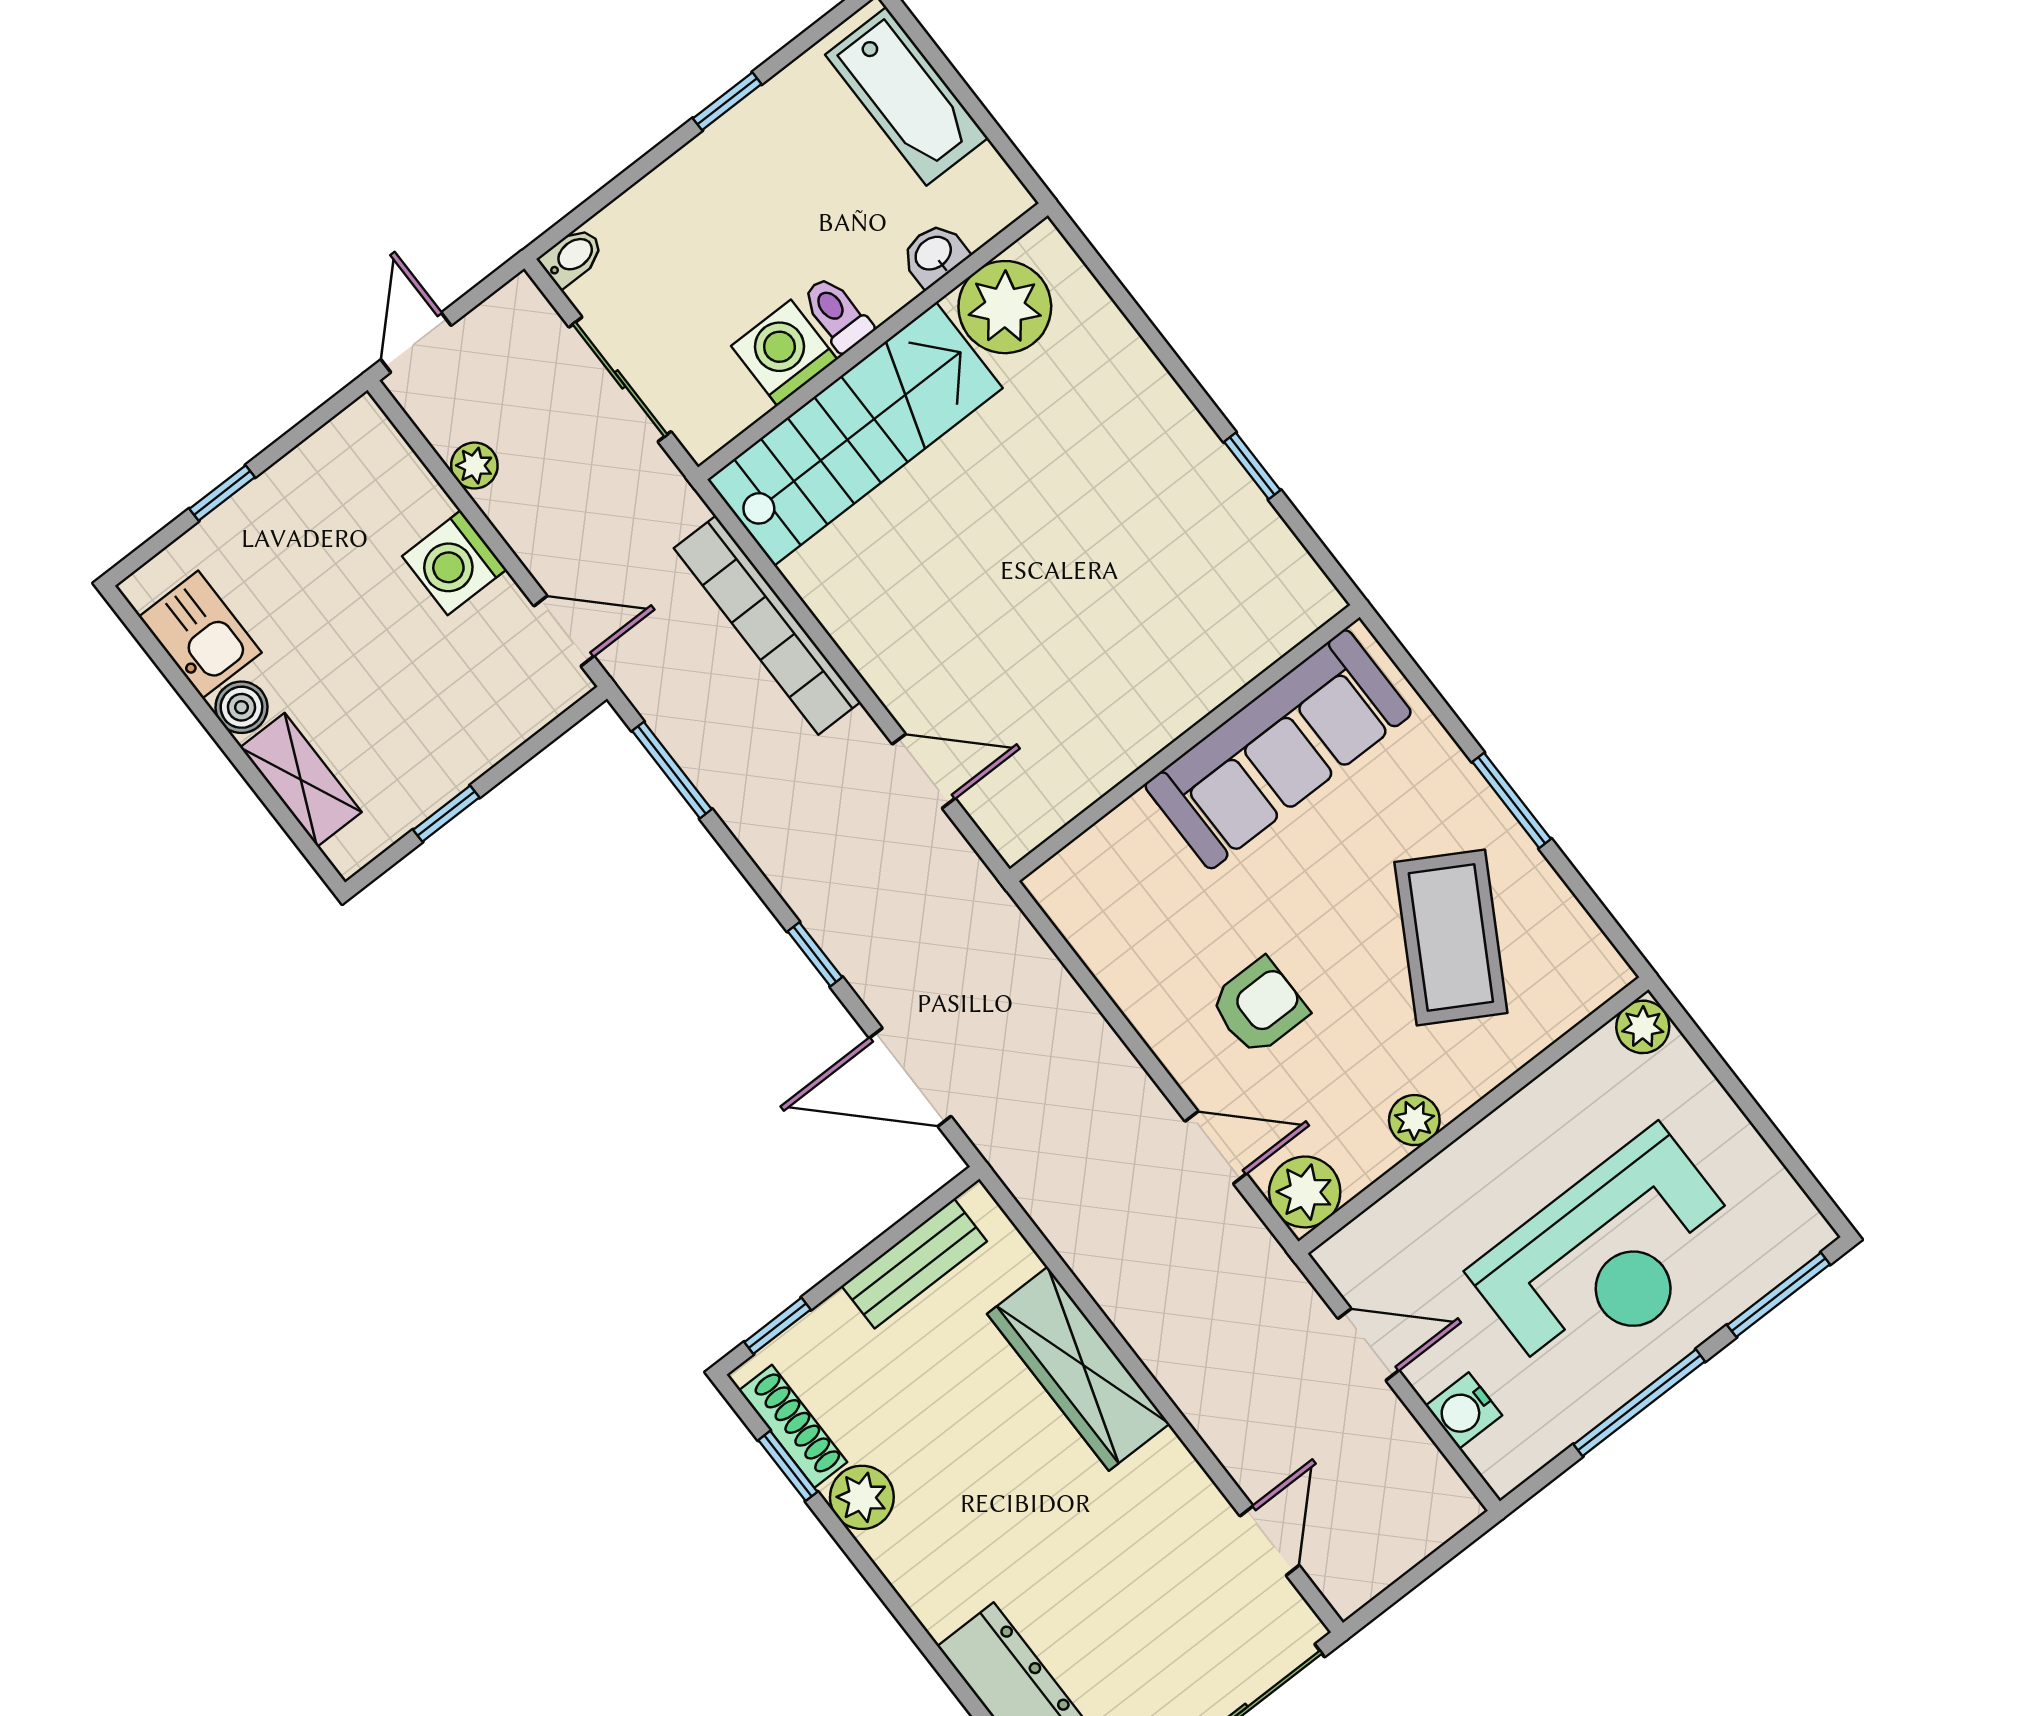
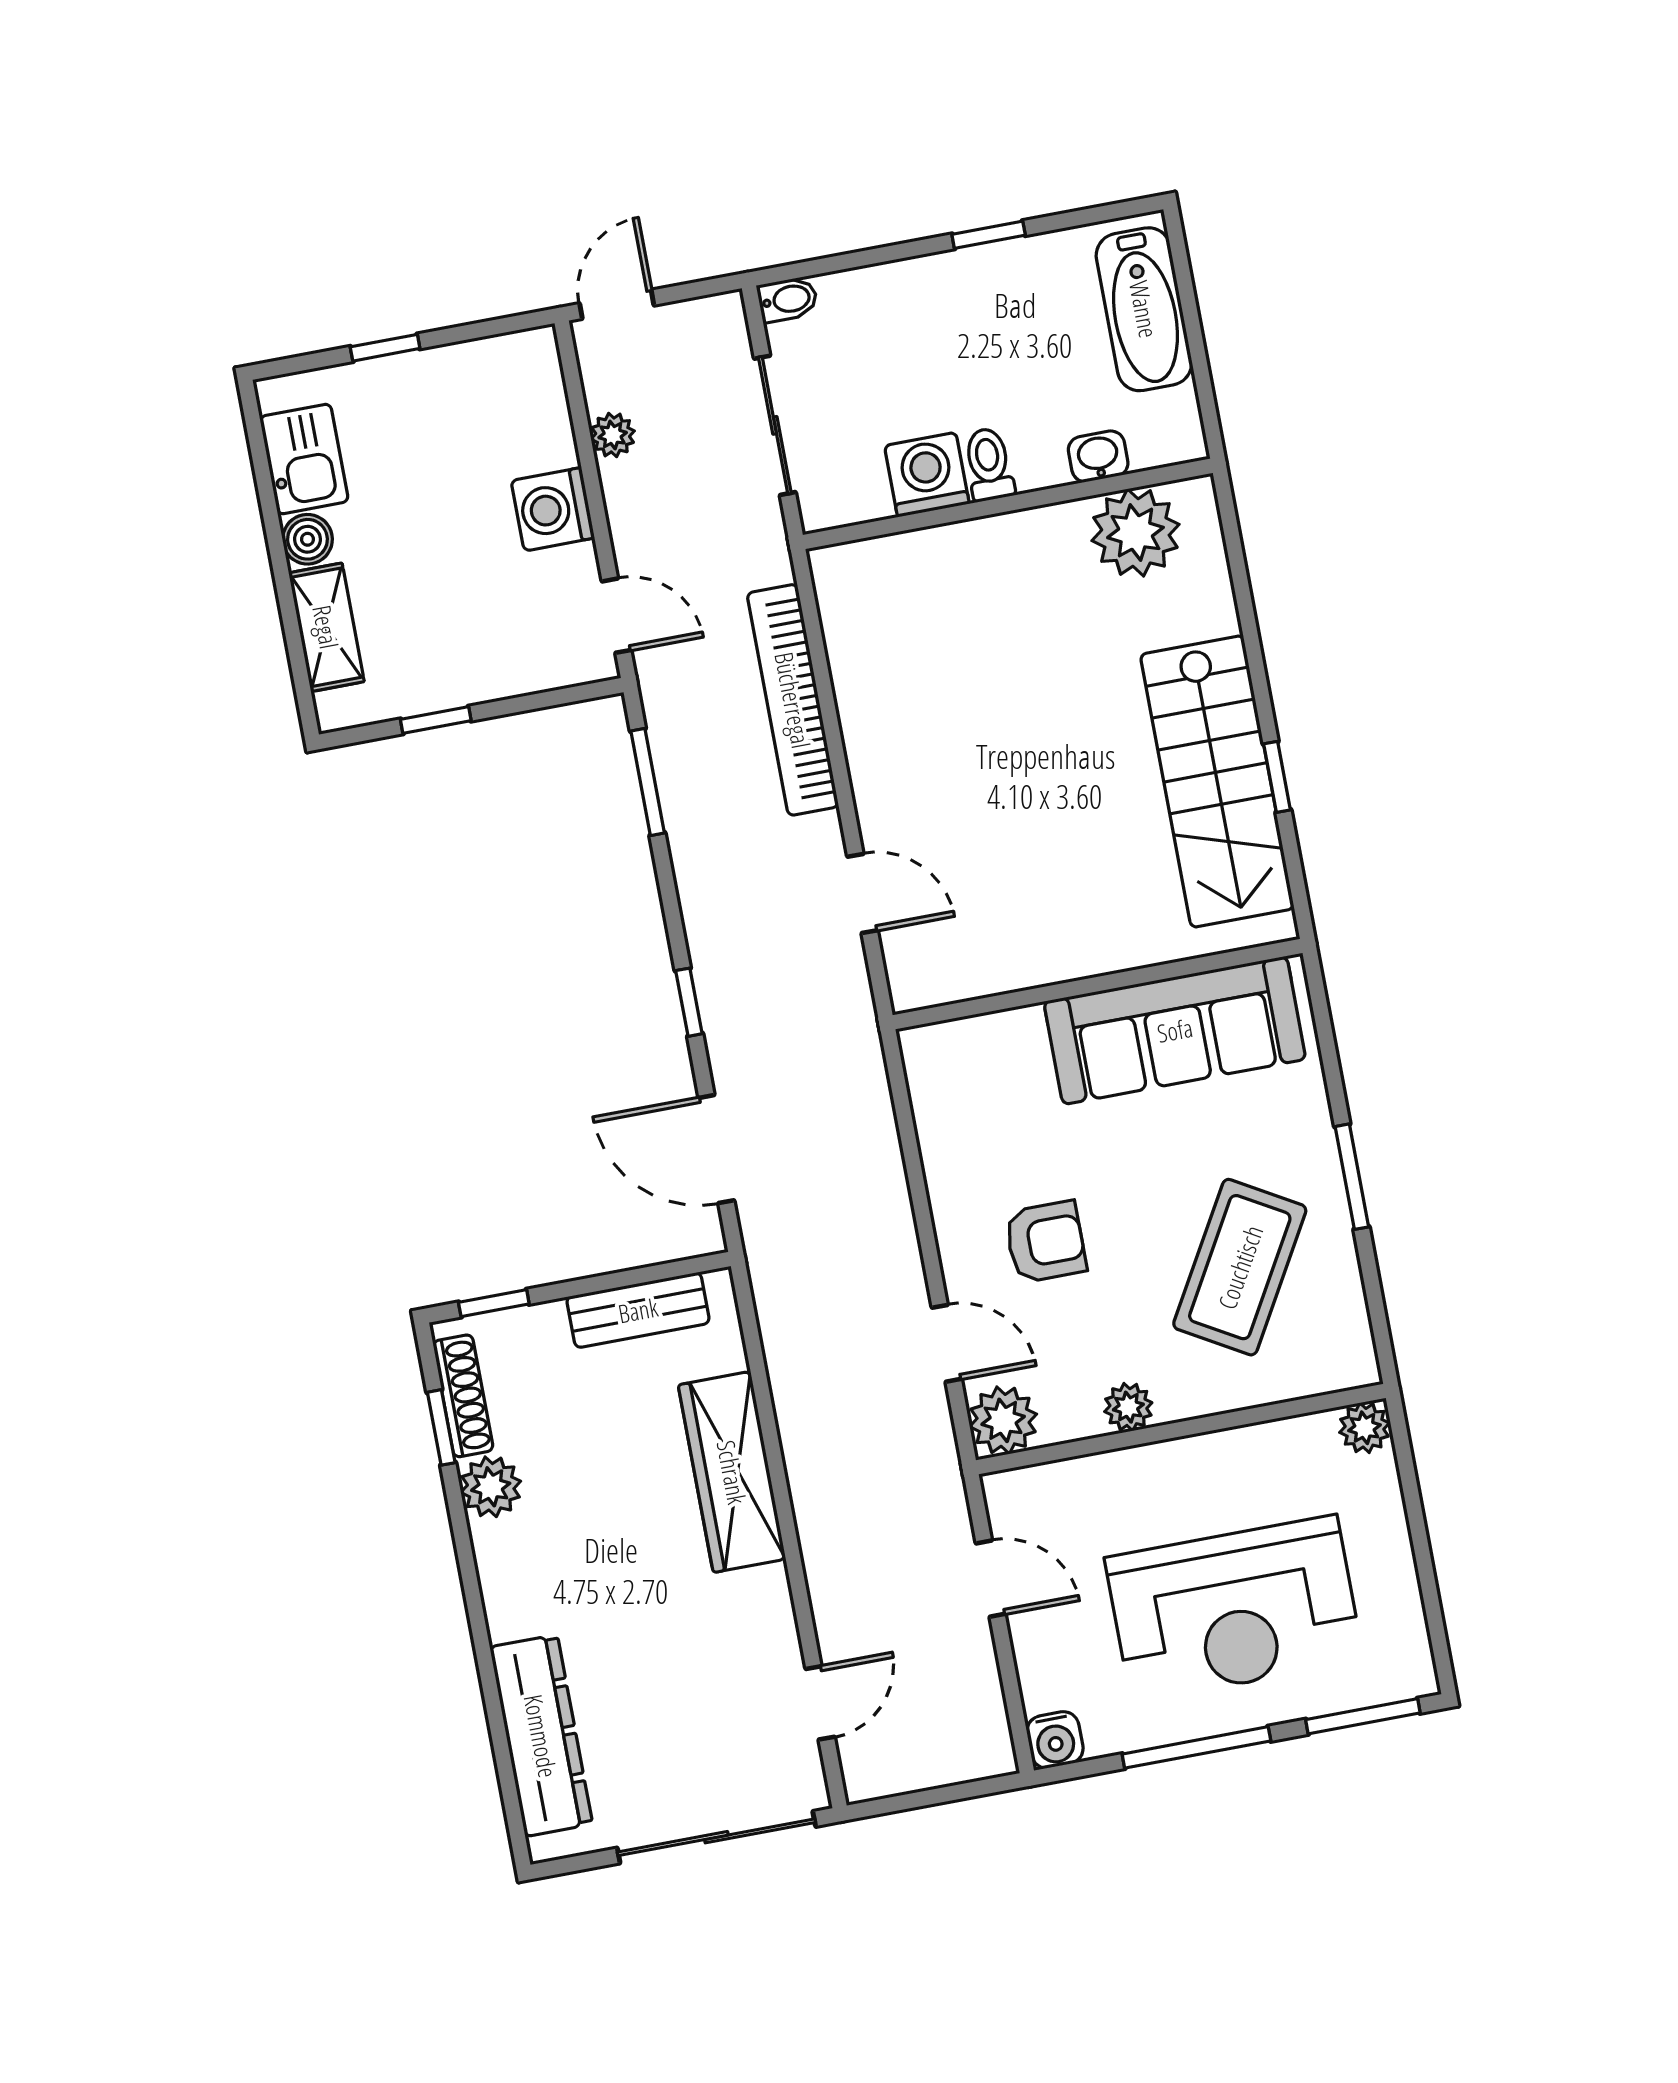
stairs: (855, 434) -> (1217, 781), moved, turned 90
water cooler: (1464, 1410) -> (1055, 1740), moved, turned -90

